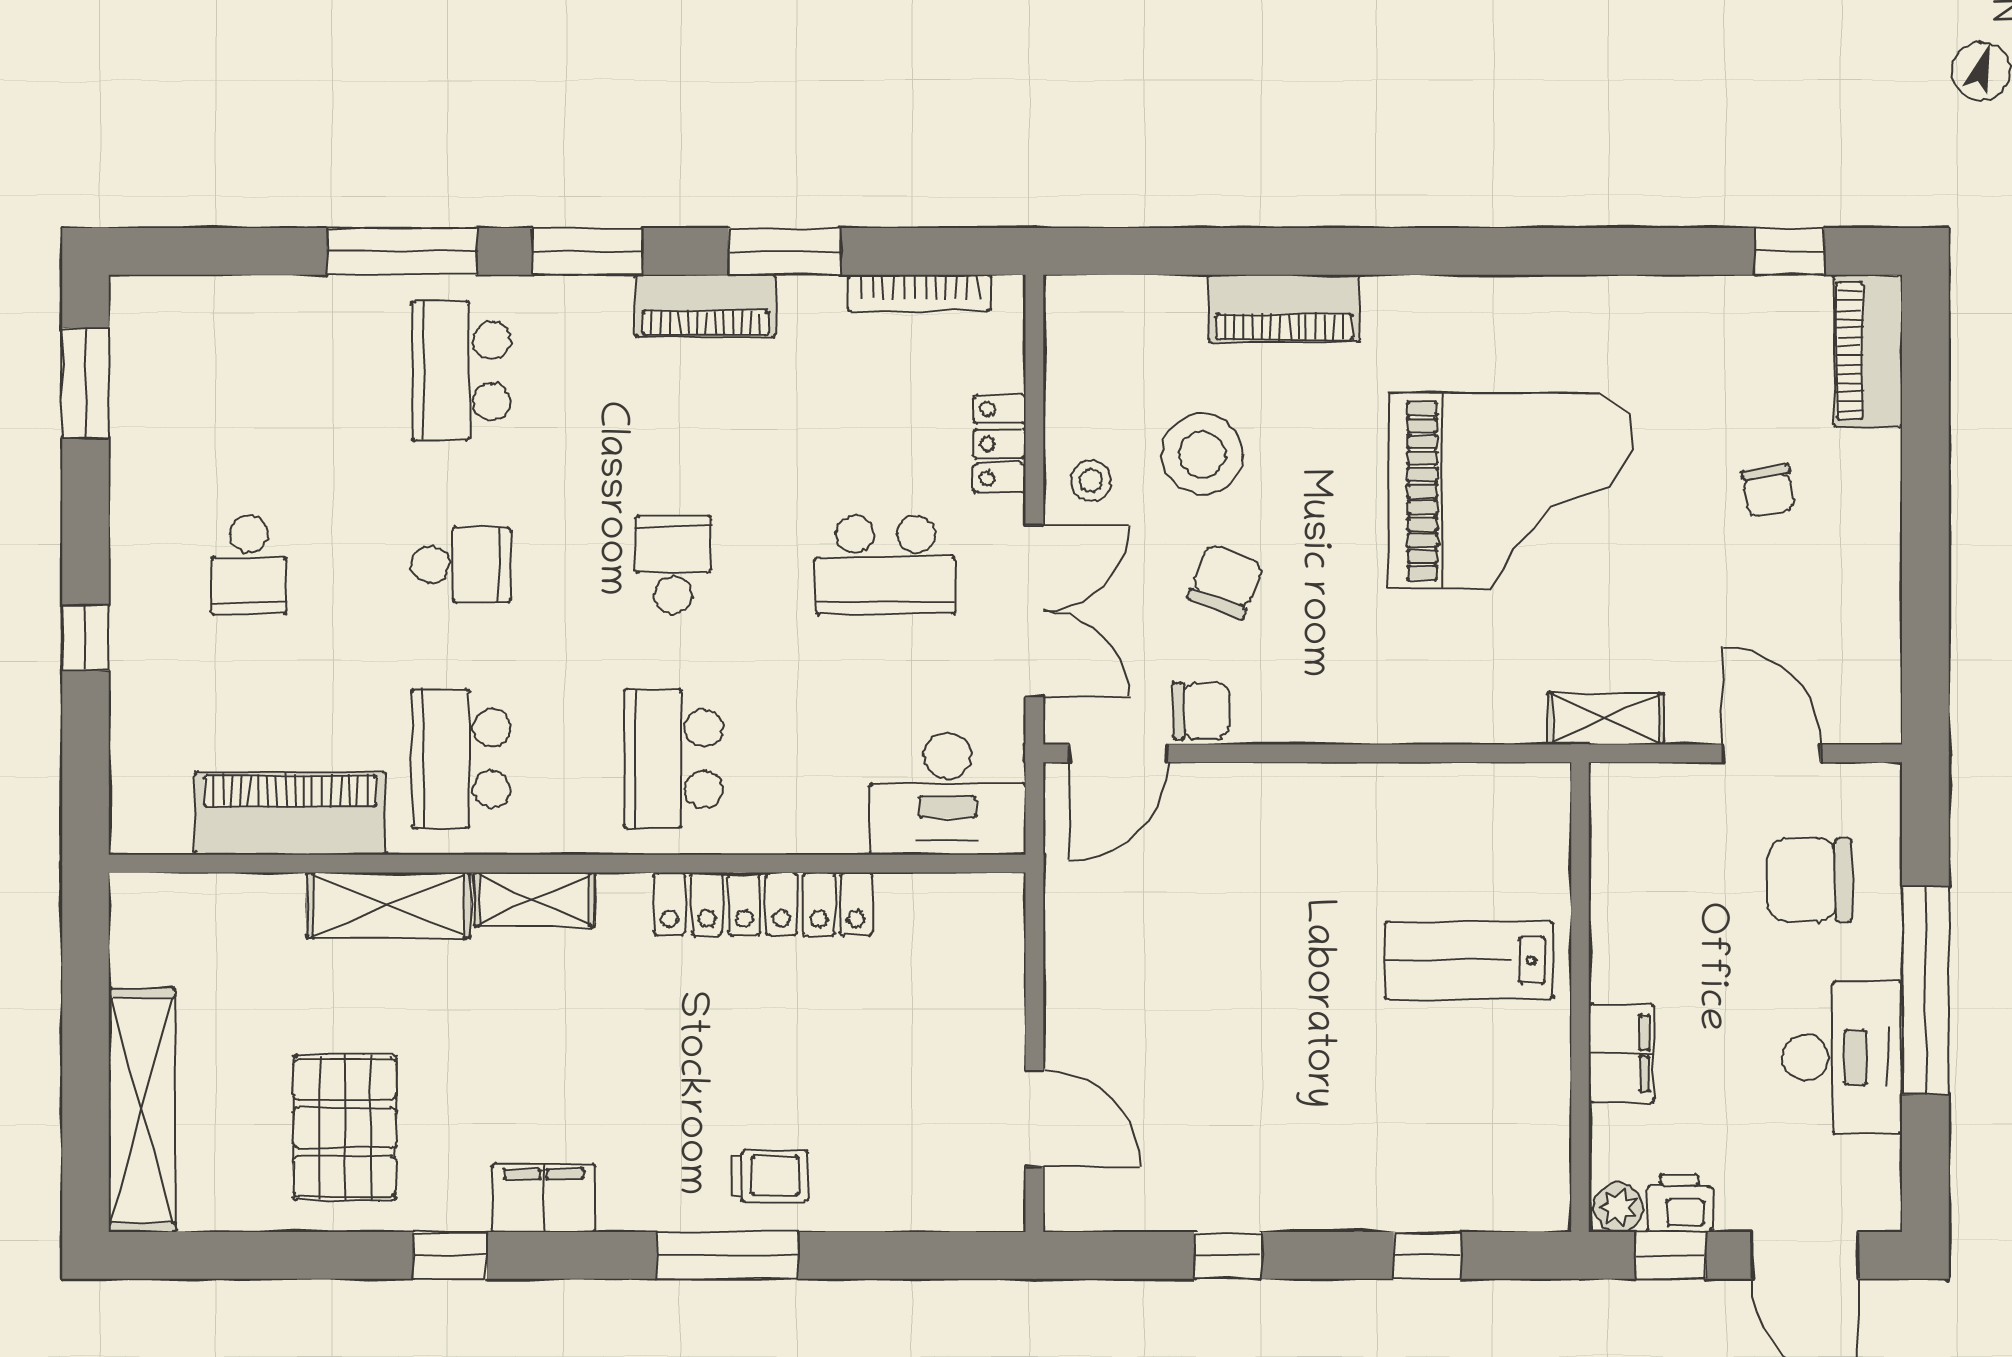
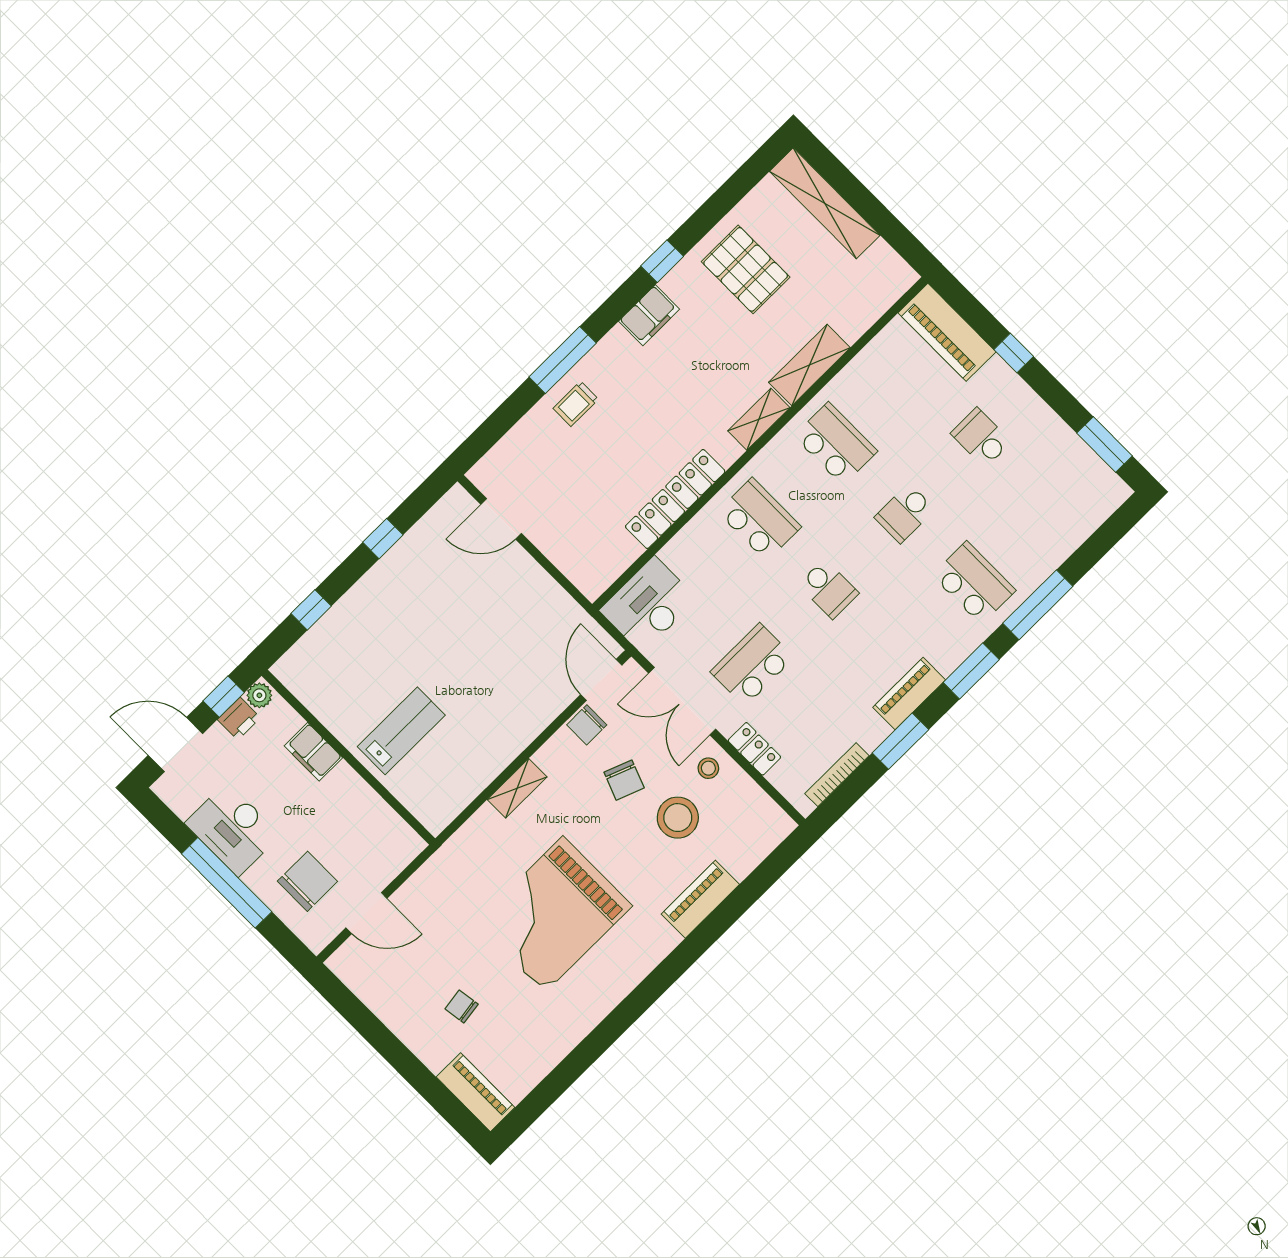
window: (1790, 251) -> (539, 1100), removed
shelving: (1605, 719) -> (517, 788), moved
piano: (290, 813) -> (947, 332), moved, turned 90

